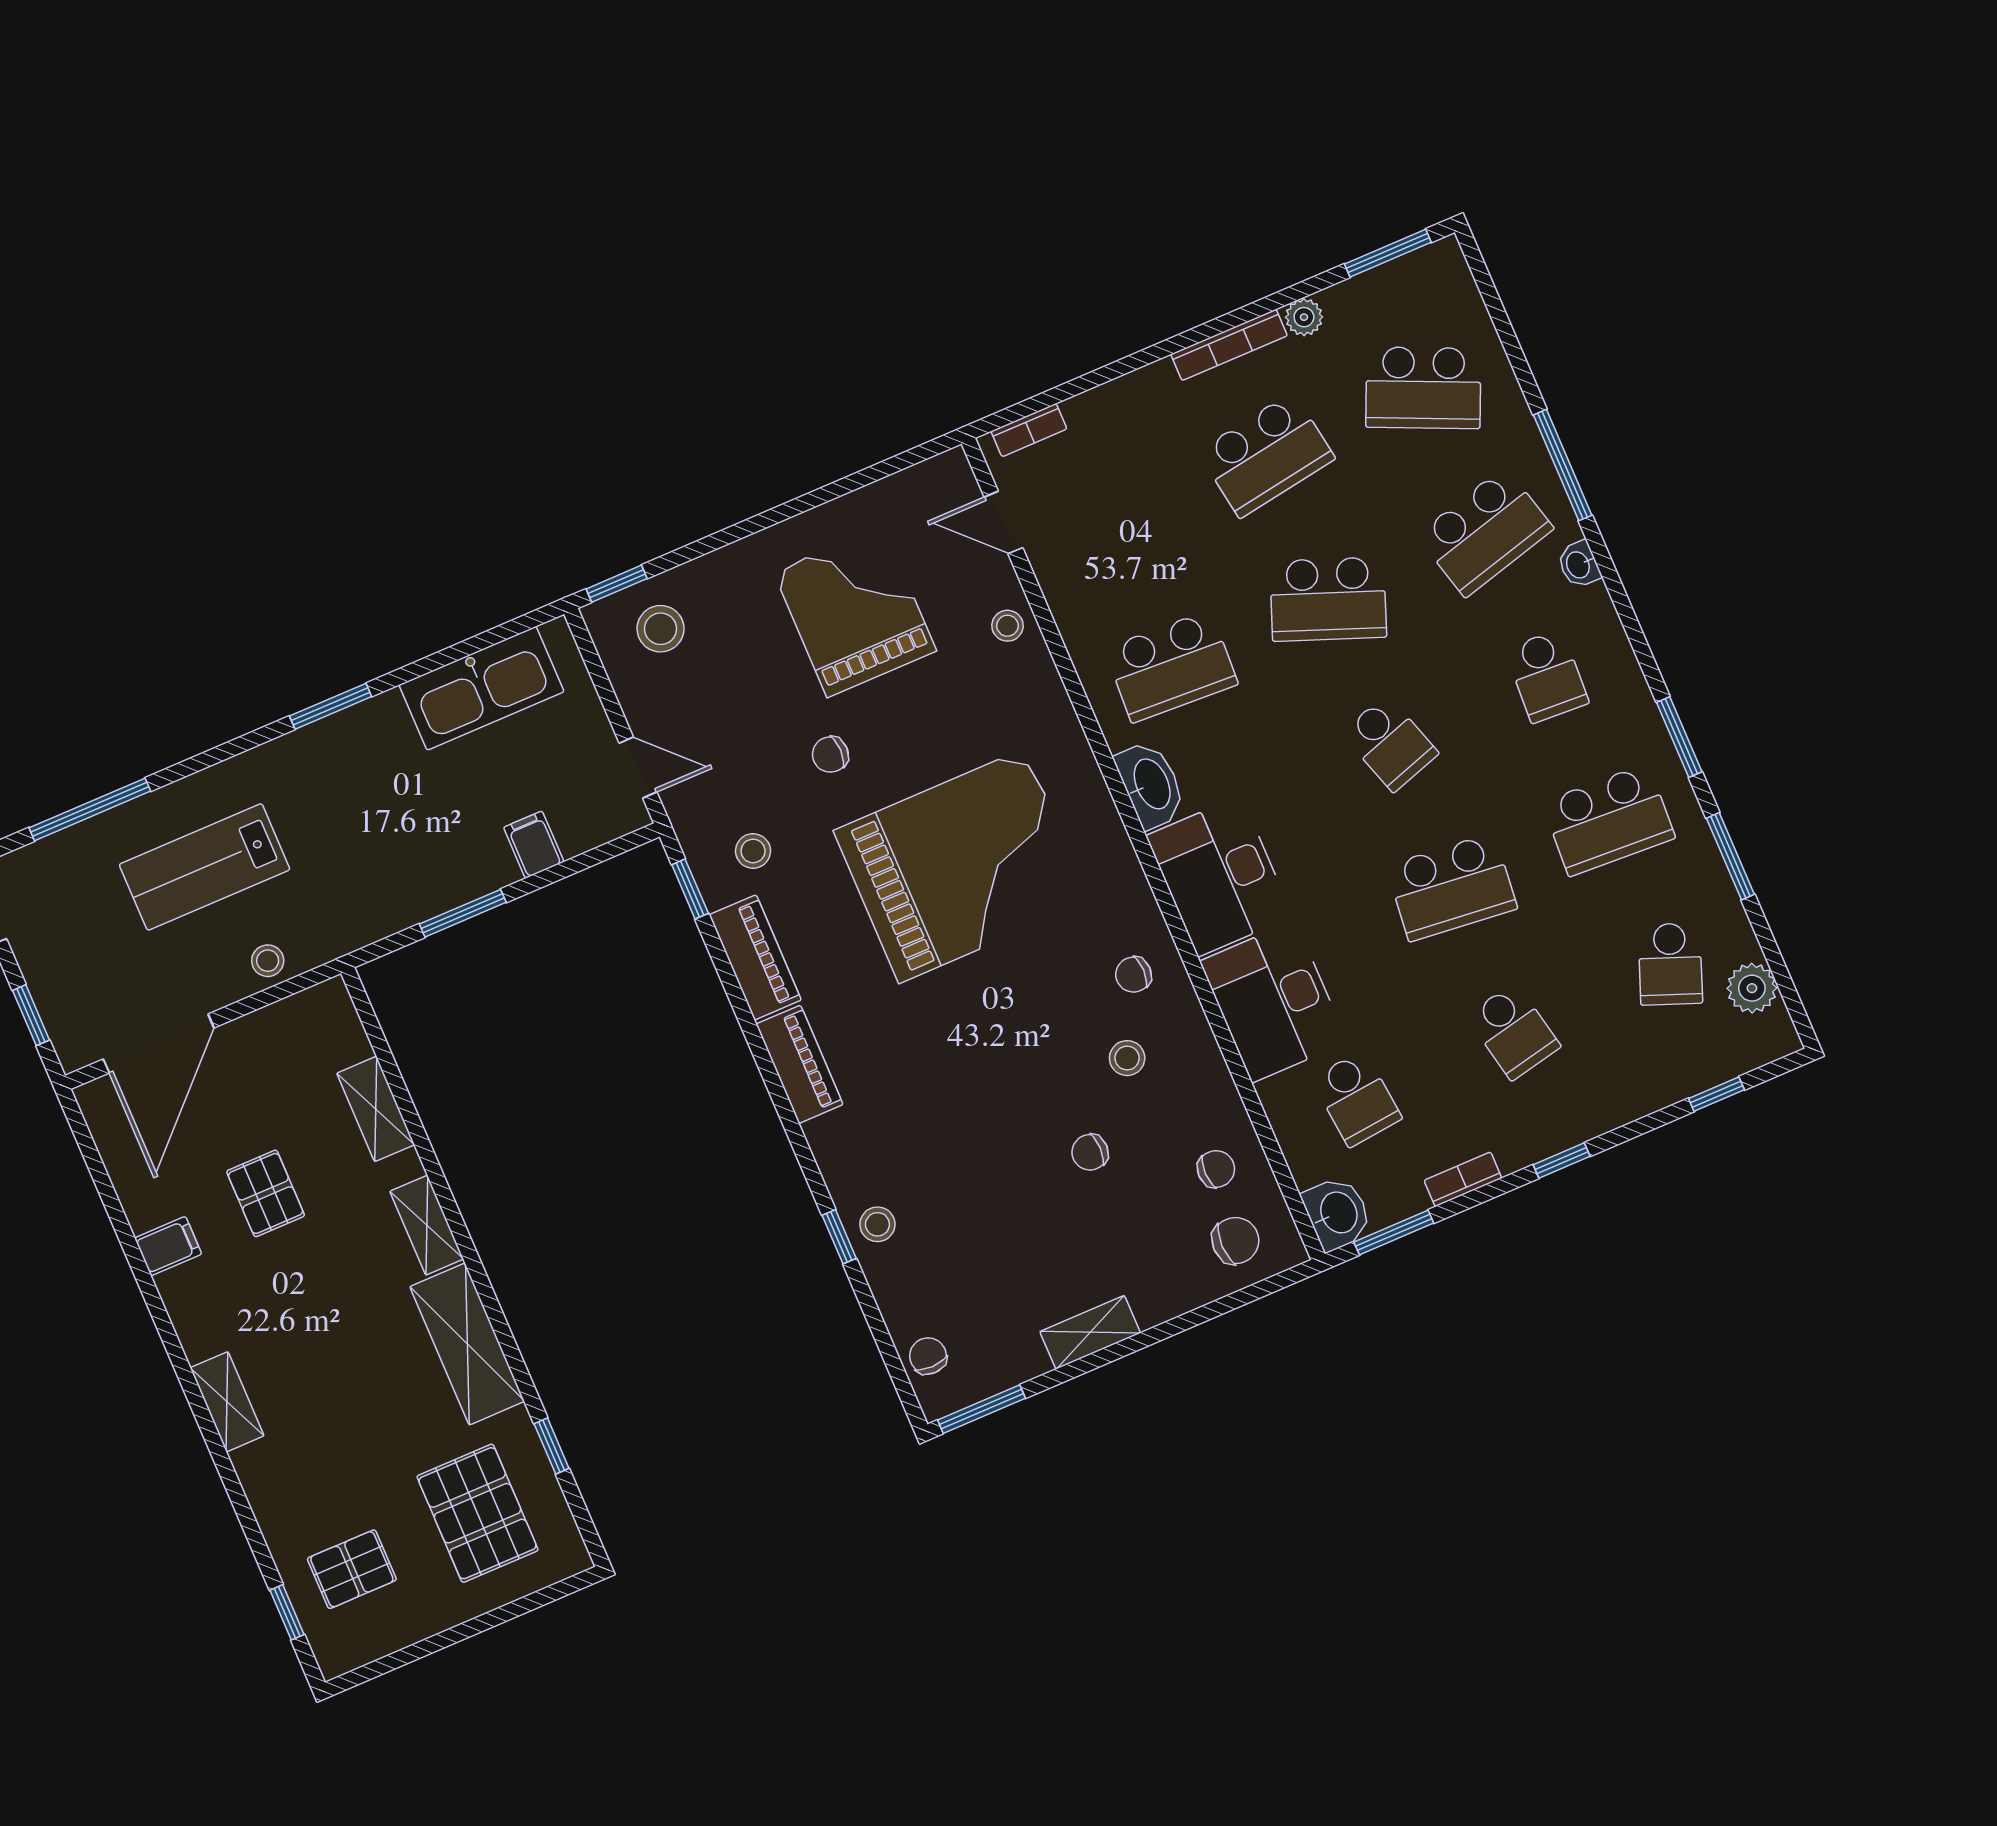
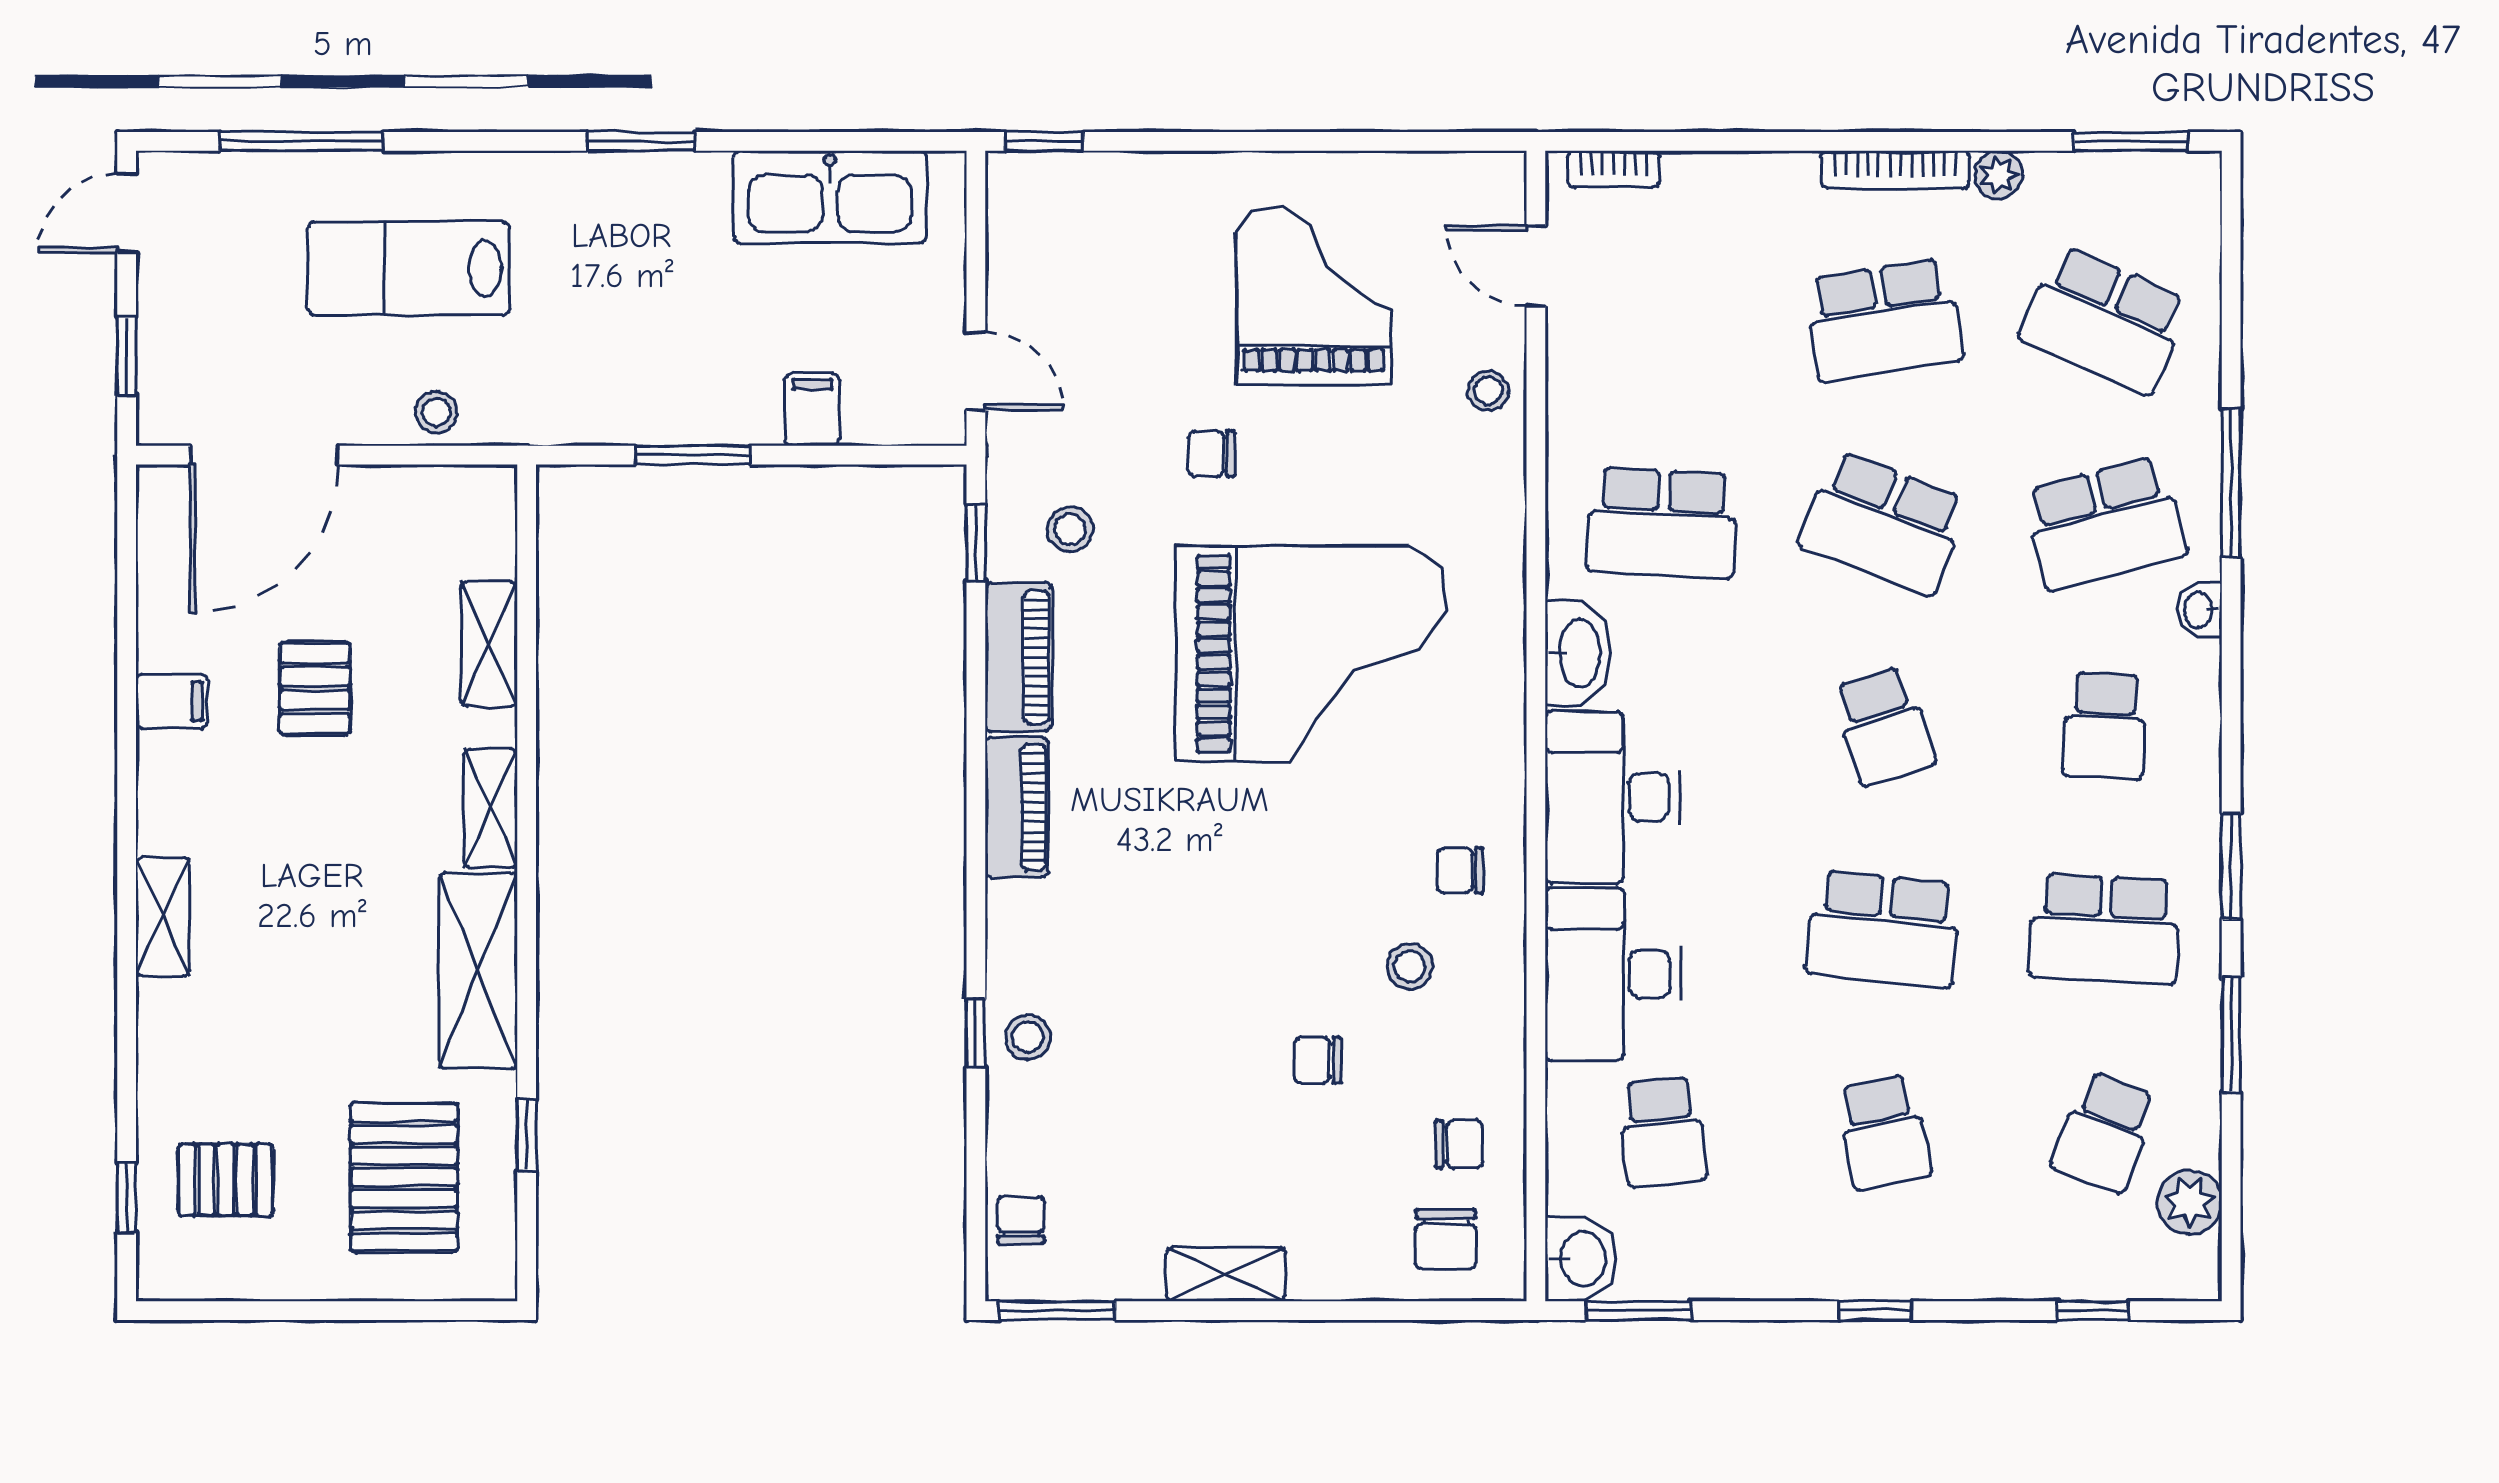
stool: (661, 629) -> (1073, 217), removed
bookcase: (1463, 1179) -> (1748, 1283), removed
chair: (1235, 1241) -> (1446, 1239), turned 90

